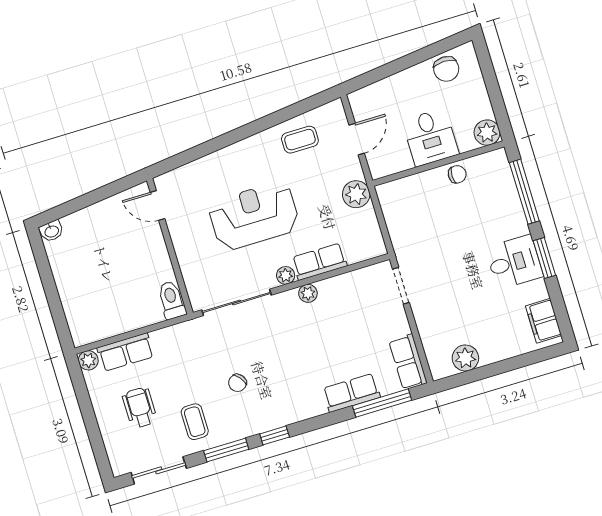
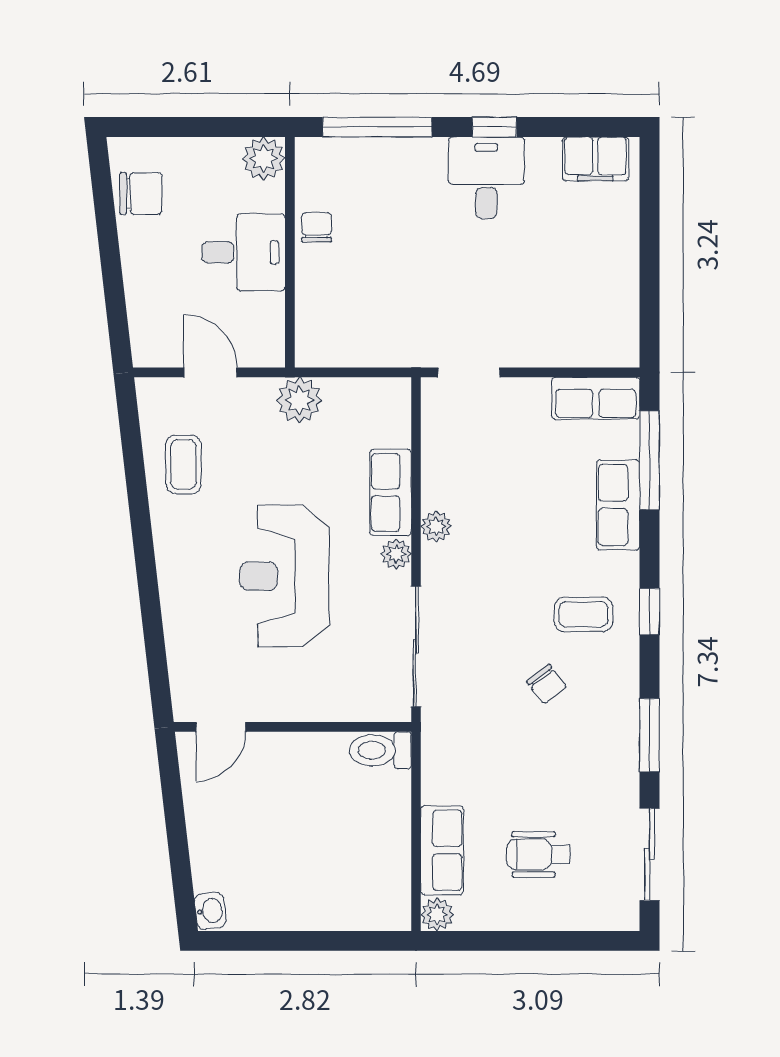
window: (544, 258) -> (494, 127), width x0.67
plant: (465, 358) -> (618, 303), removed
coffee table: (195, 422) -> (583, 614), moved
window: (275, 435) -> (650, 612), moved

